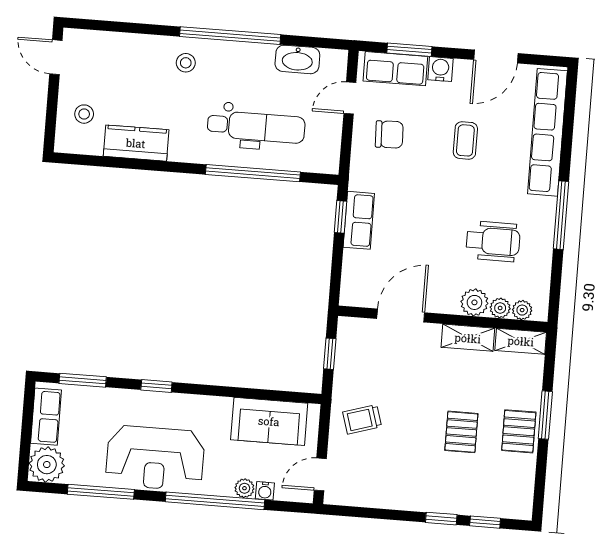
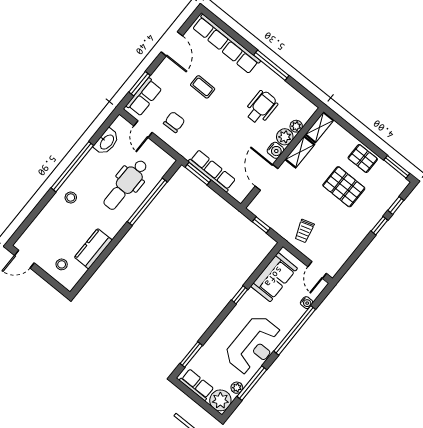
water cooler: (440, 69) -> (275, 150), moved, turned 180
dental chair: (256, 127) -> (126, 185), turned 180
window: (340, 217) -> (198, 174), width x1.50
row of seats: (359, 220) -> (212, 171), width x1.48
plant: (522, 310) -> (305, 116), removed
window: (156, 386) -> (240, 295), moved
window: (545, 415) -> (397, 167), moved
pallet: (461, 432) -> (344, 187), width x1.50, depth x1.42
plant: (244, 488) -> (237, 388), moved

